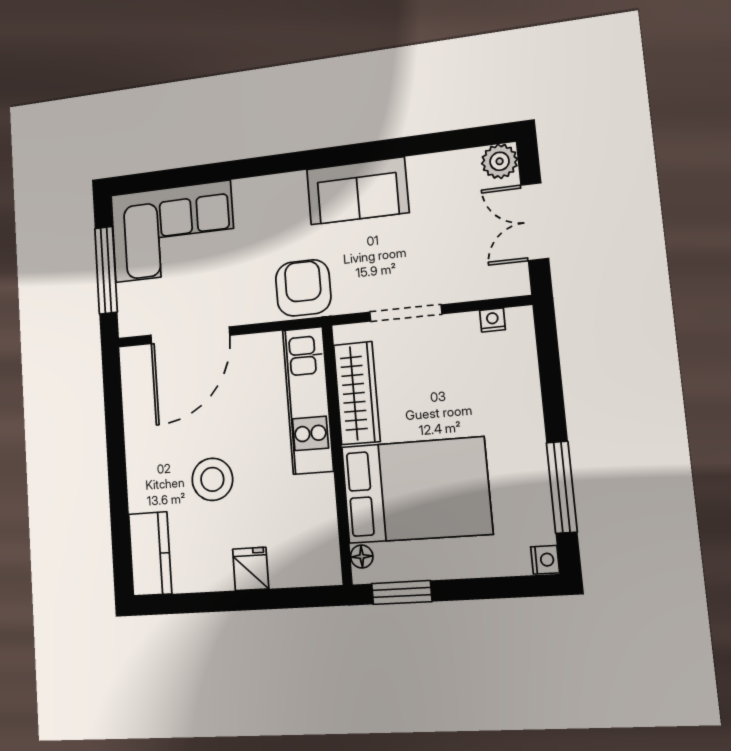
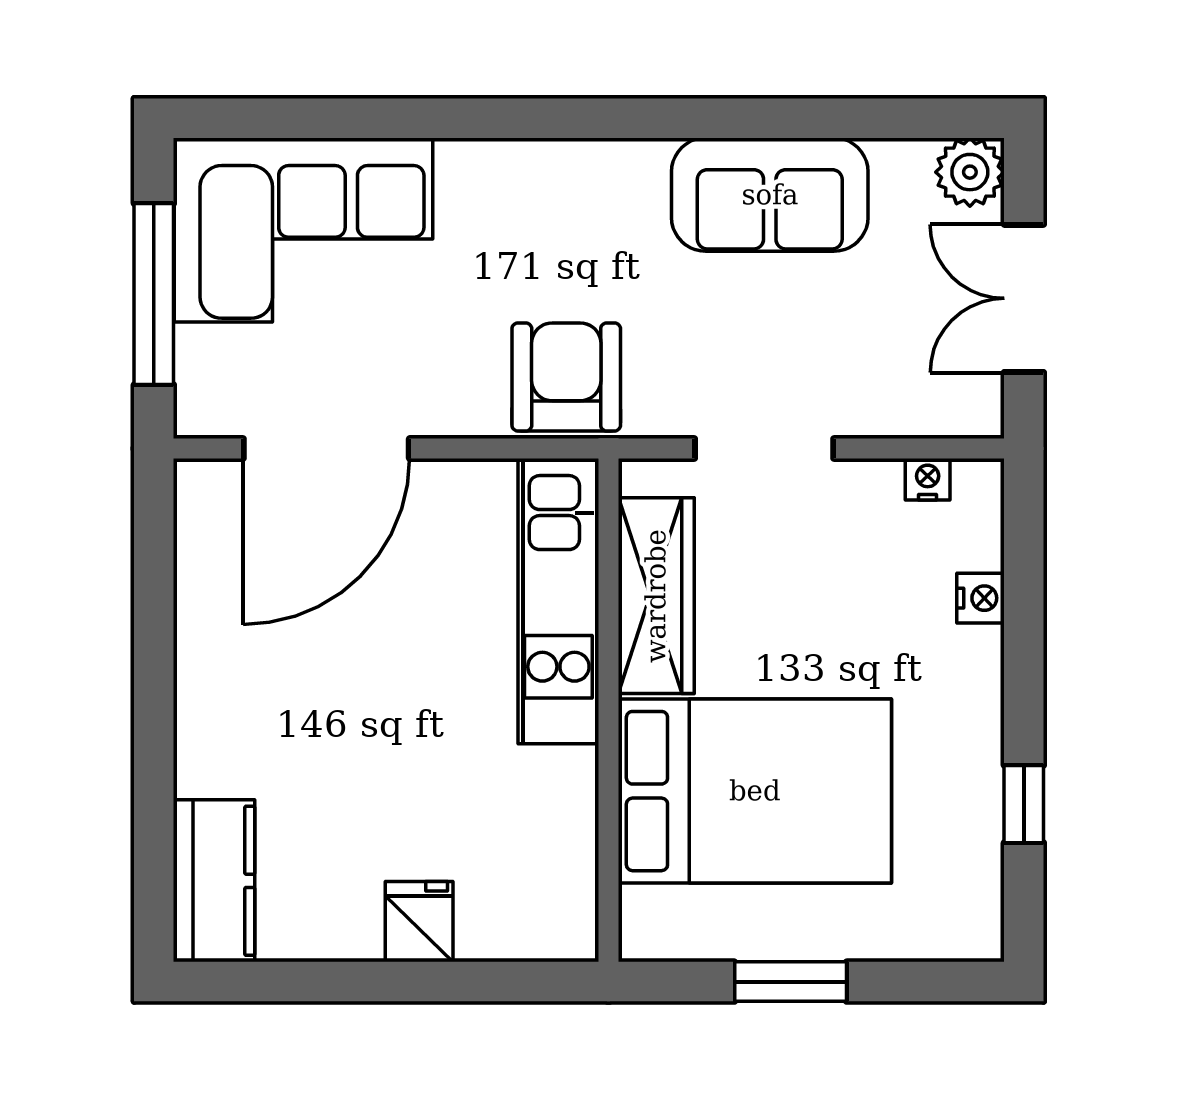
sofa: (358, 191) -> (770, 195), moved
stool: (212, 479) -> (353, 742), removed
window: (562, 487) -> (1024, 804), width x0.46
floor lamp: (362, 556) -> (640, 910), removed
nightstand: (545, 560) -> (981, 598), moved
window: (402, 592) -> (791, 982), moved

